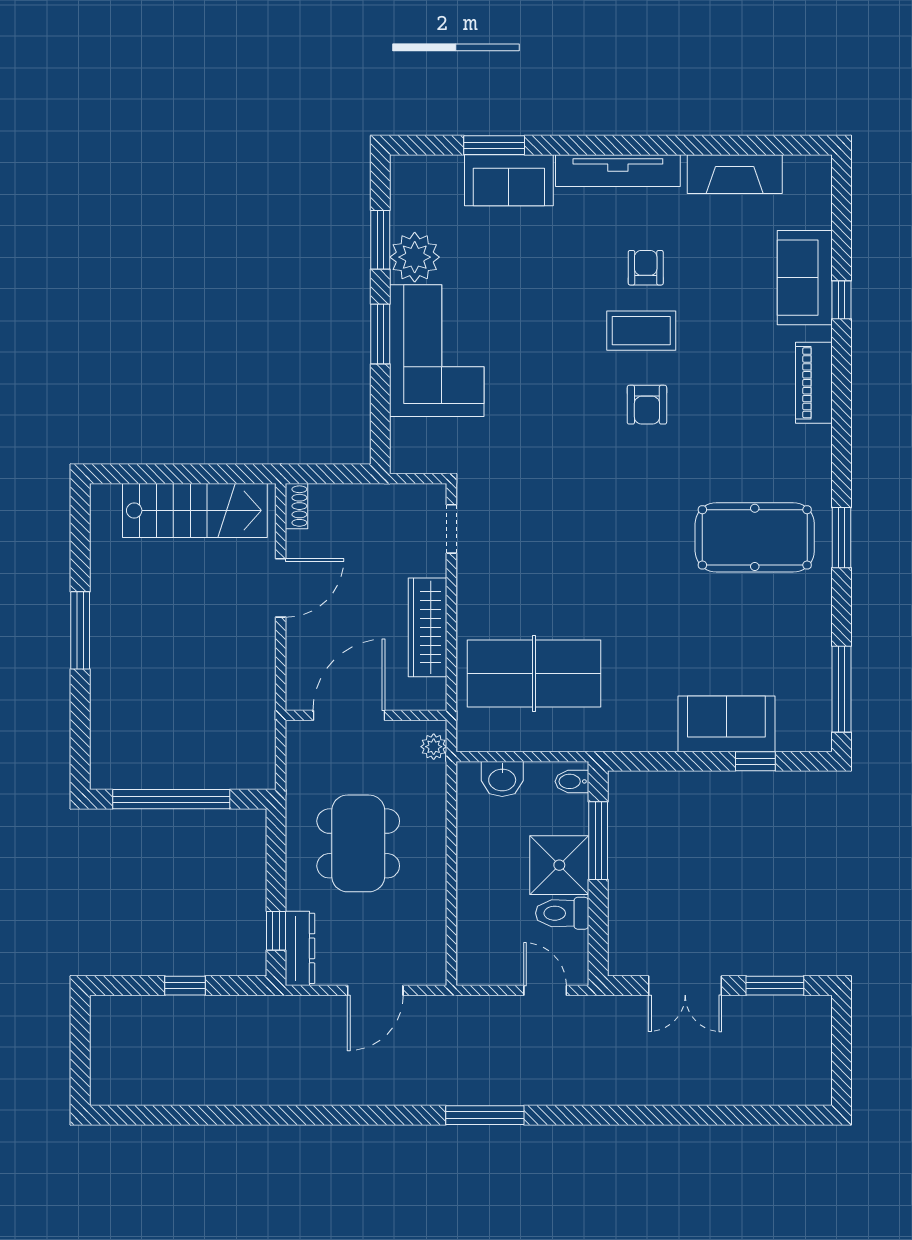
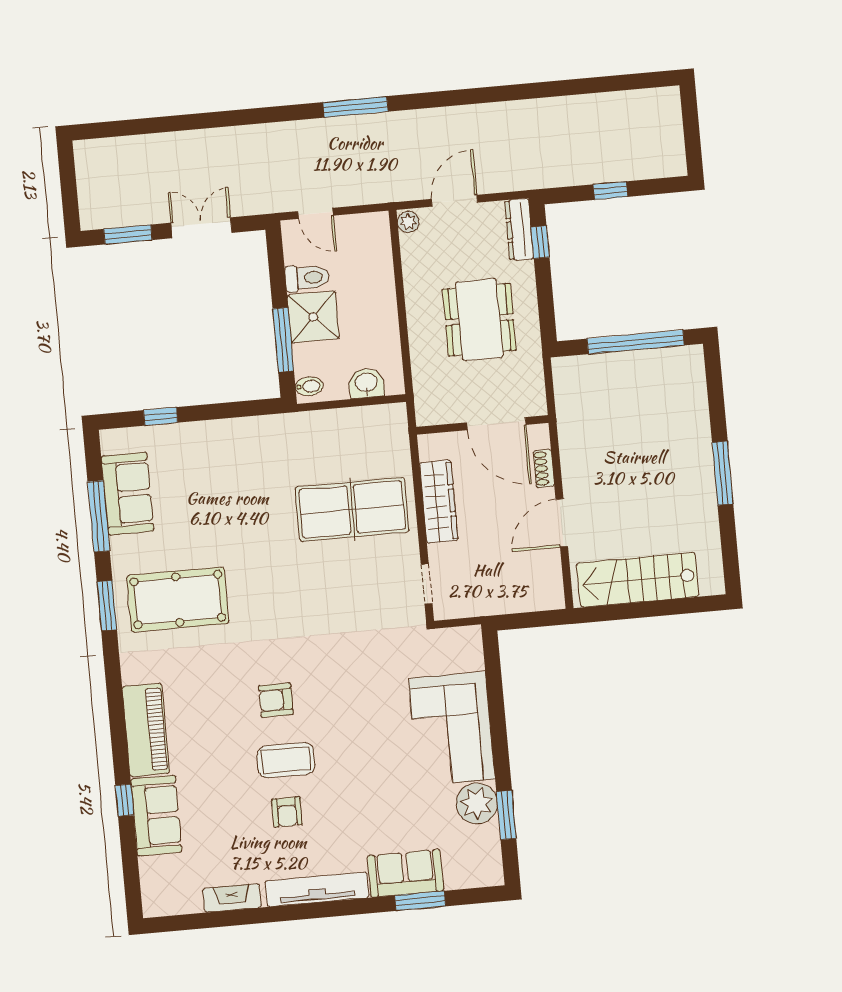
fireplace: (735, 174) -> (232, 898), width x0.73, depth x0.76
window: (380, 334) -> (499, 738), removed
piano: (814, 383) -> (146, 730), width x1.37, depth x1.33
armchair: (647, 405) -> (276, 700), turned -90
shoe rack: (297, 506) -> (544, 468), moved
table tennis table: (534, 673) -> (352, 509), moved
window: (841, 689) -> (99, 516), moved
door: (349, 715) -> (496, 424), hinge flipped
sofa: (726, 724) -> (127, 494), moved, turned -90
plant: (434, 747) -> (408, 222), moved

